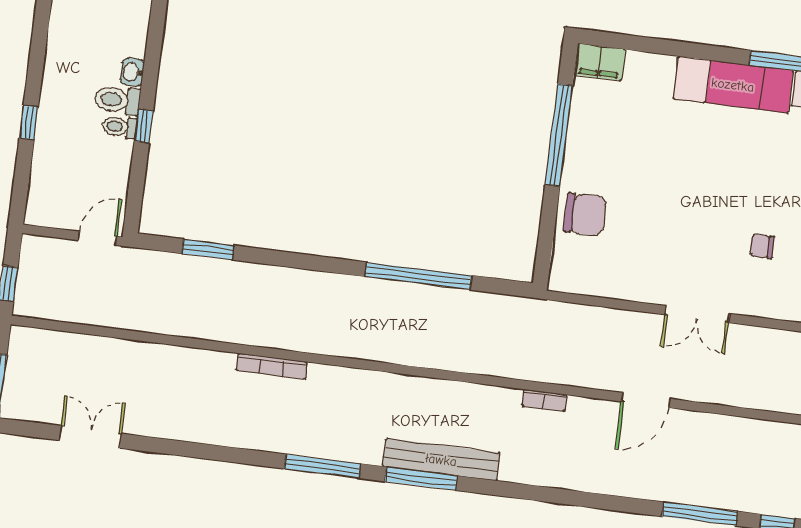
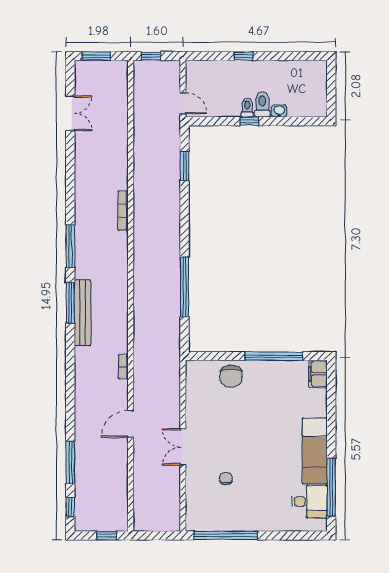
door: (646, 400) -> (131, 424), hinge flipped

